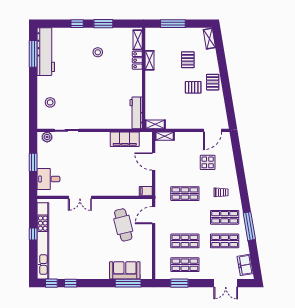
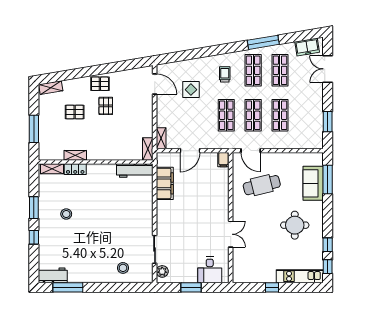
workbench: (46, 52) -> (53, 275), width x0.53, depth x0.76
kitchen unit: (43, 241) -> (300, 276), width x0.54
round table: (88, 254) -> (295, 225), added
shop shelf: (185, 265) -> (253, 115), moved
double door: (226, 283) -> (328, 69), swing flipped

